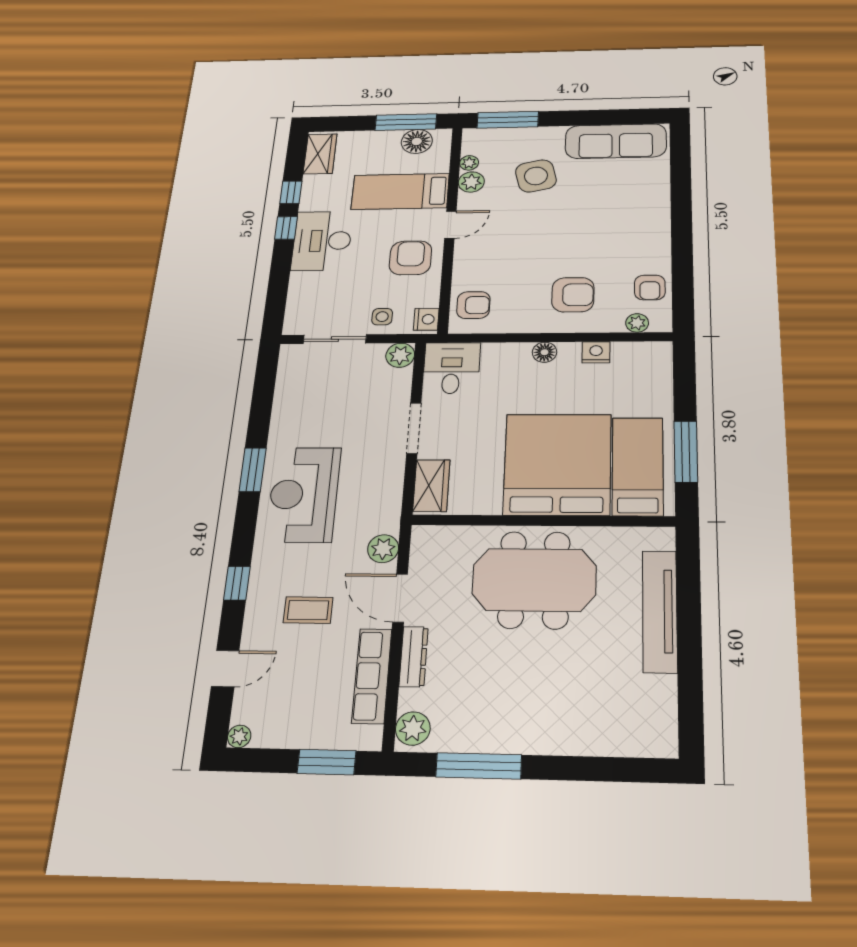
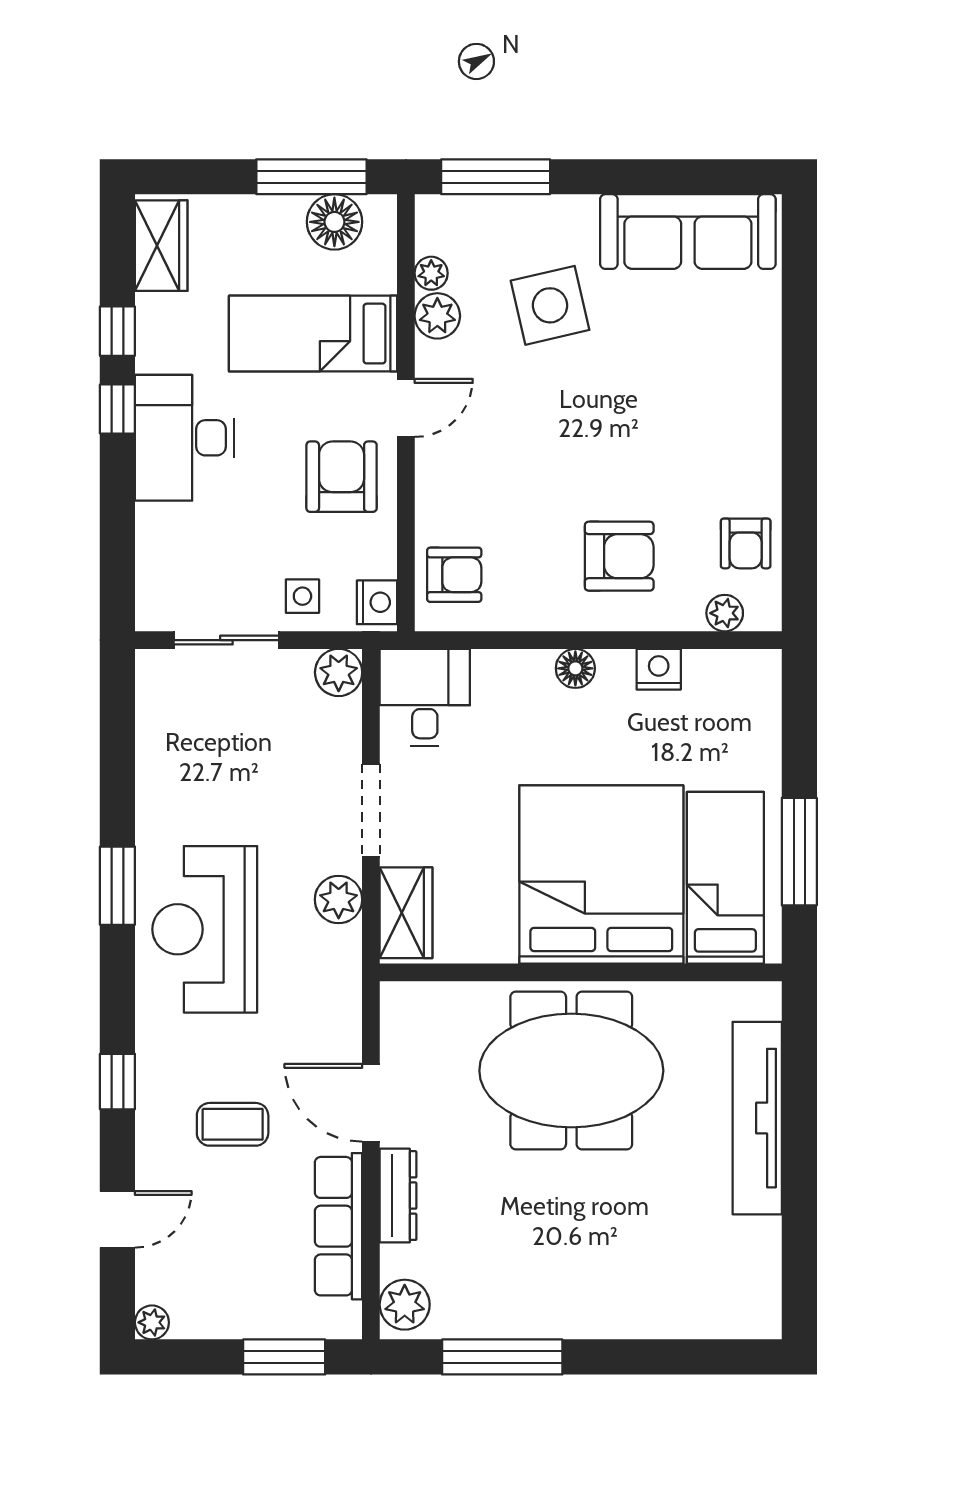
plant: (383, 549) -> (339, 900), moved

